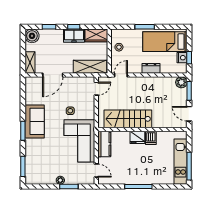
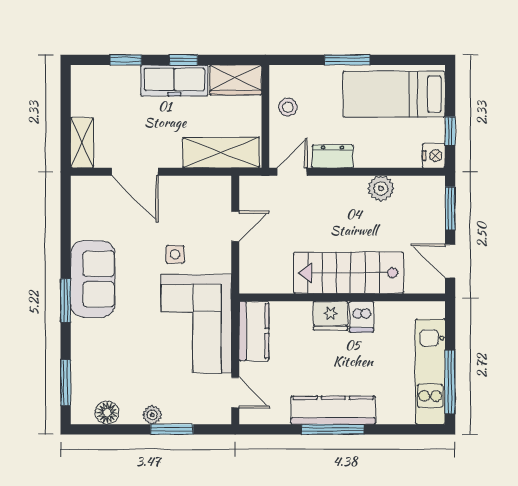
boiler: (32, 36) -> (87, 81), removed
freezer: (74, 36) -> (174, 80), width x1.40
nightstand: (182, 58) -> (434, 156), moved
dresser: (151, 68) -> (333, 156), moved
door: (53, 75) -> (135, 172), hinge flipped
plant: (181, 82) -> (381, 189), moved
door: (96, 89) -> (235, 226), moved
stairs: (128, 119) -> (349, 273), moved
kitchen counter: (139, 178) -> (333, 410), added
floor lamp: (41, 179) -> (107, 413), added

